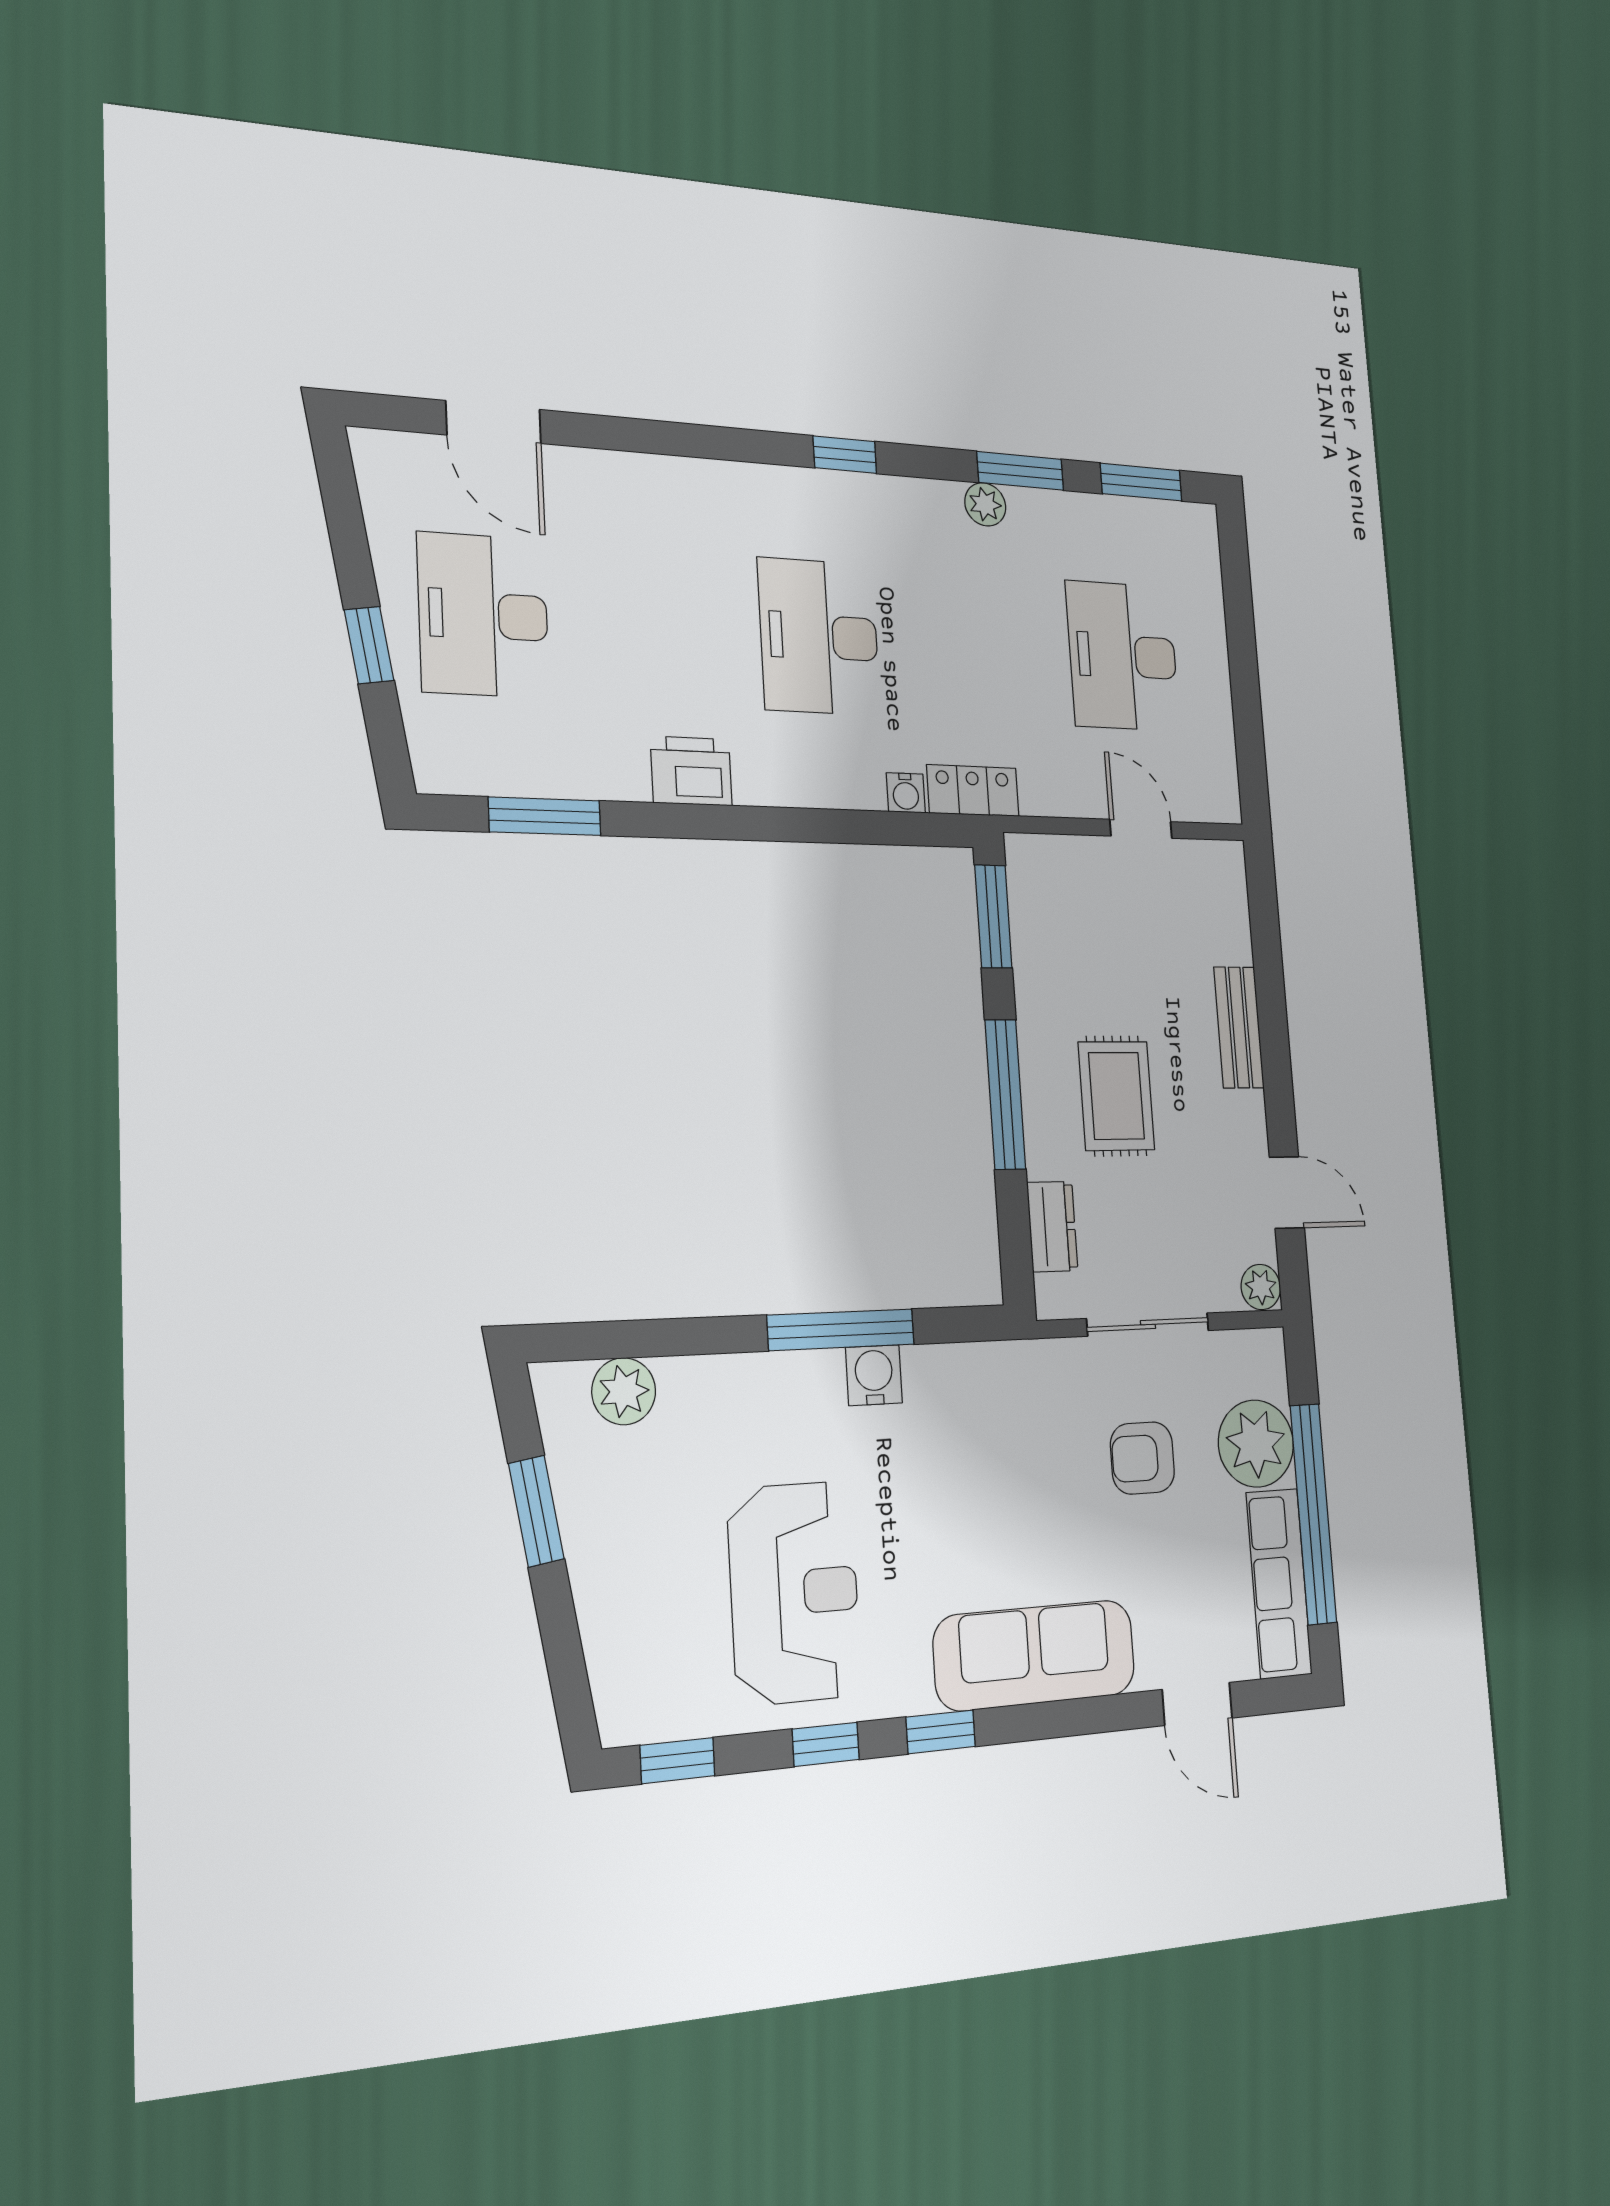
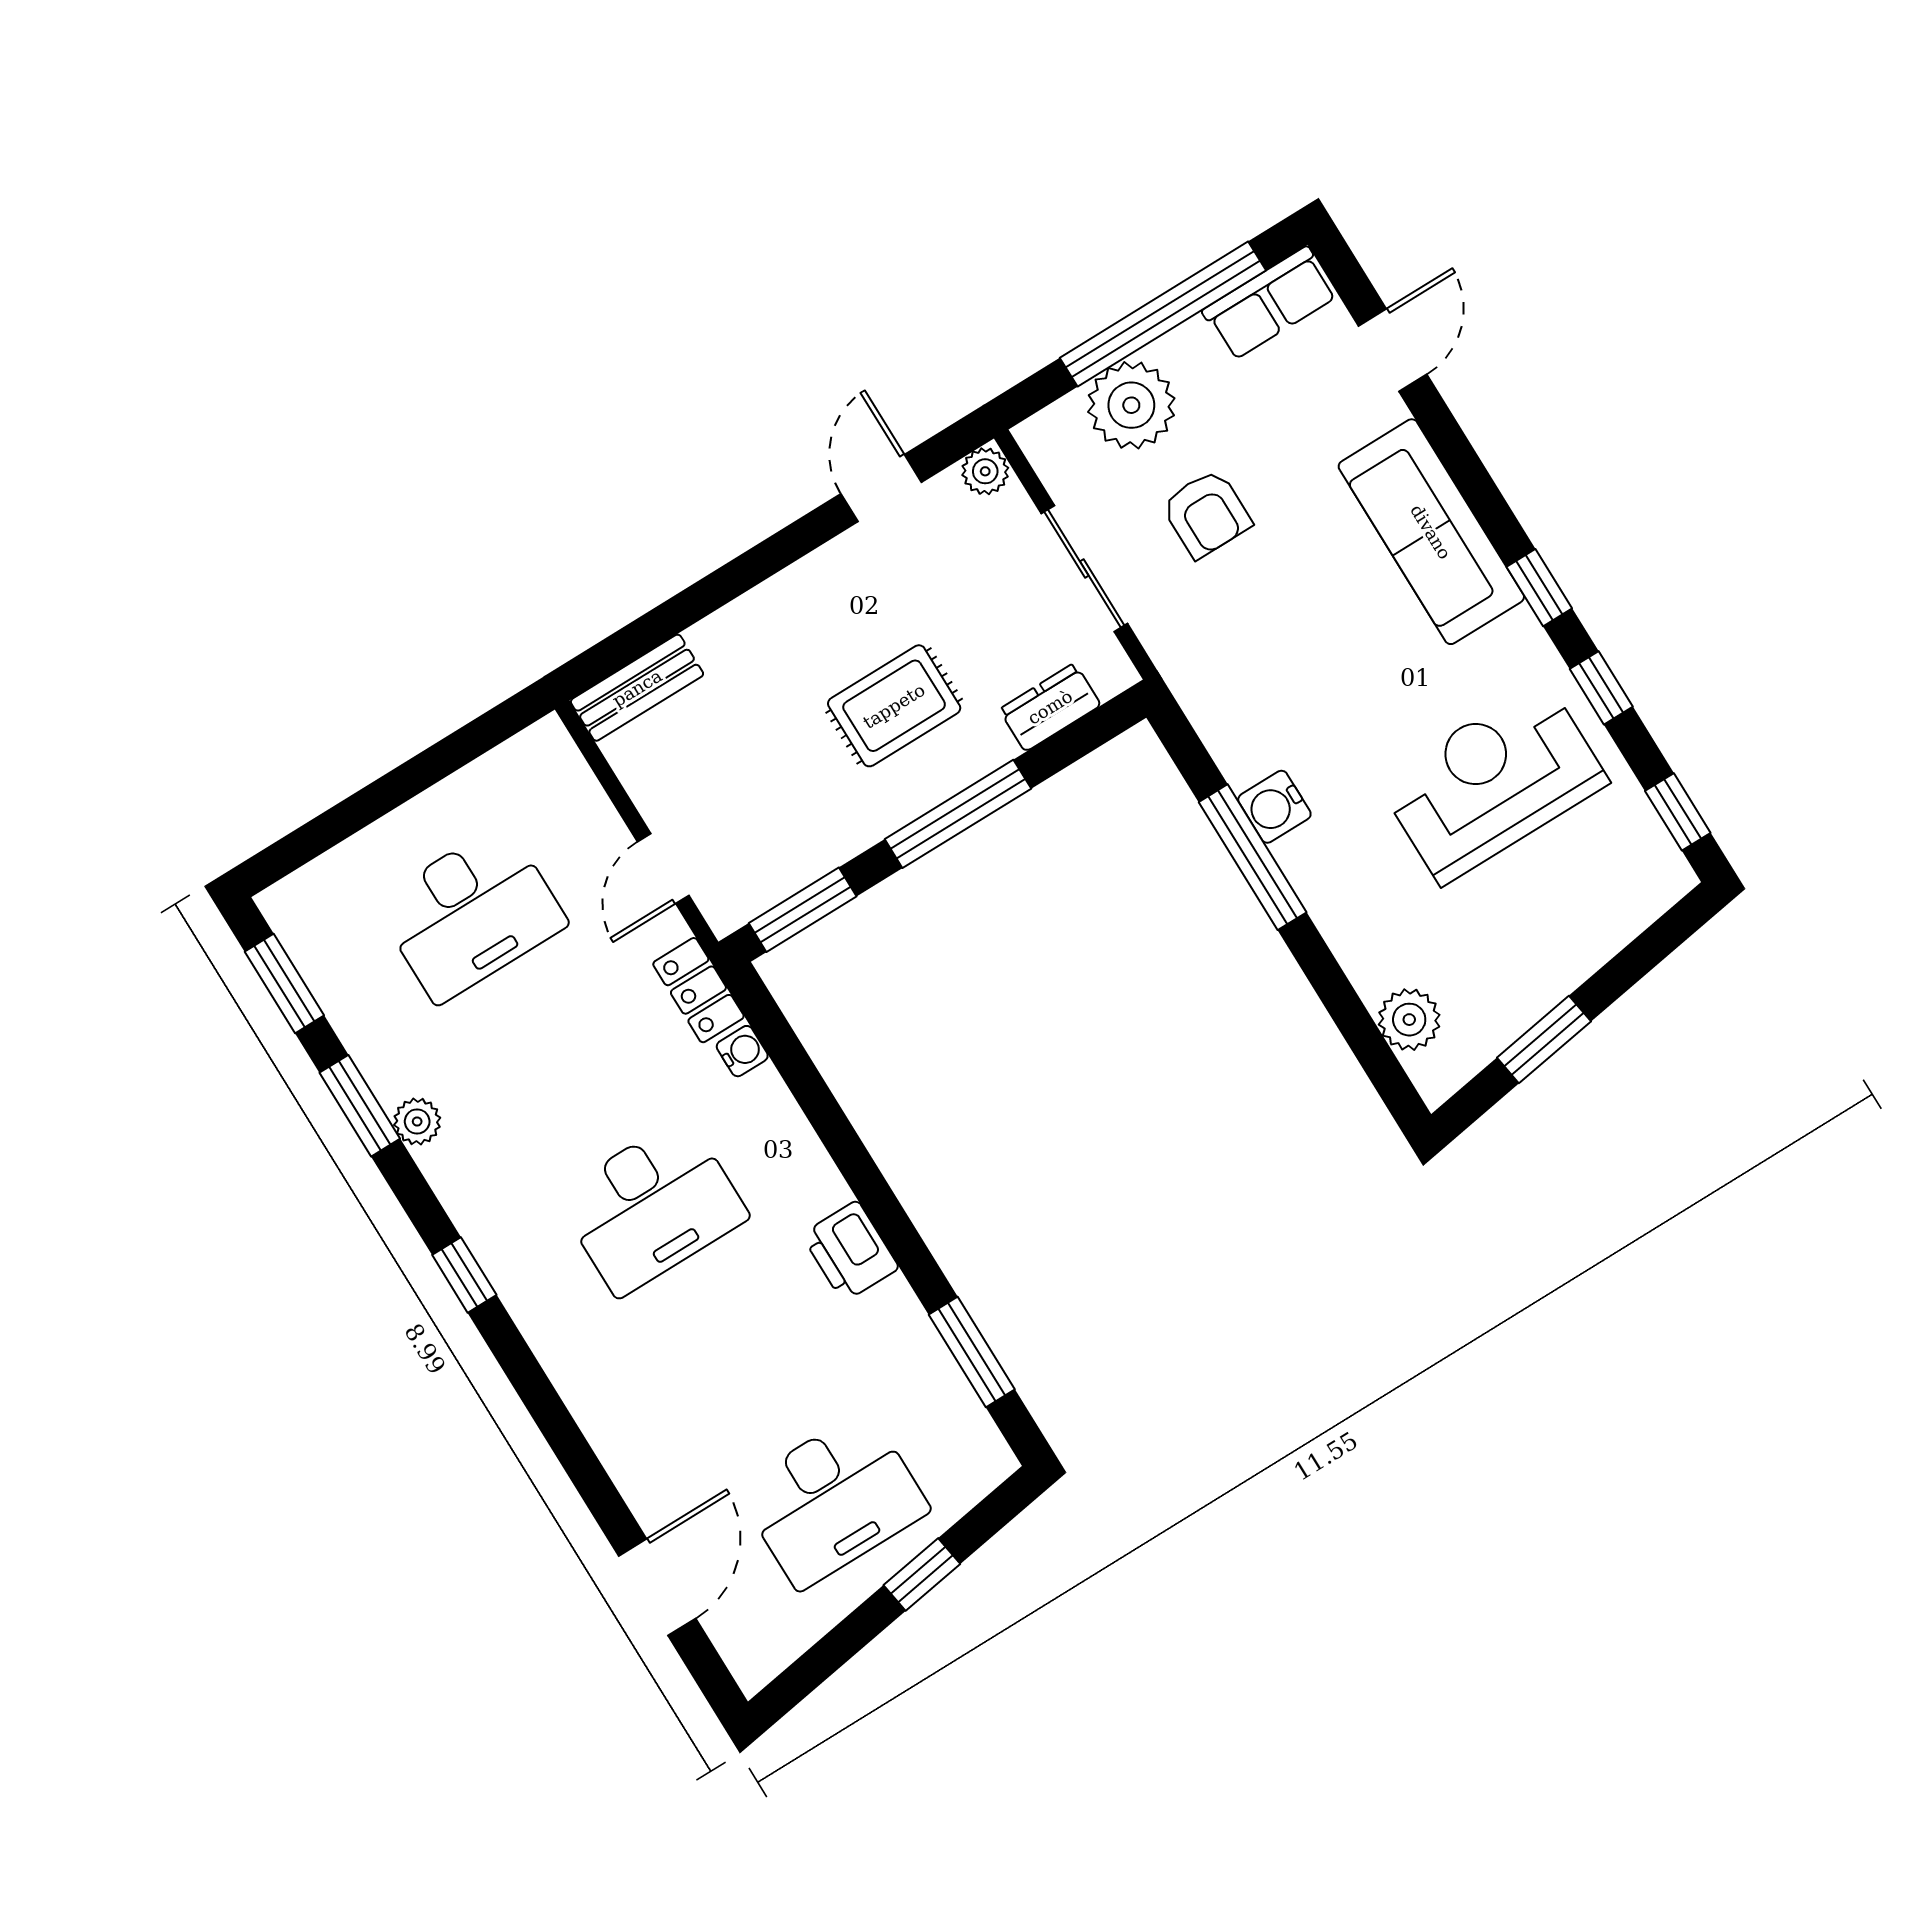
door: (1141, 829) -> (663, 869), moved
bench: (1239, 1027) -> (637, 688), moved
row of seats: (1279, 1583) -> (1270, 303), width x0.68

